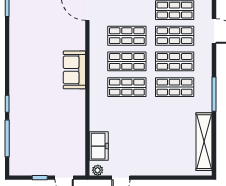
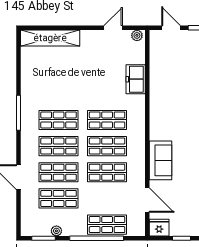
sofa: (74, 70) -> (160, 160), moved
shelving: (204, 142) -> (50, 38), moved, turned 90
freezer: (99, 146) -> (136, 79), moved

